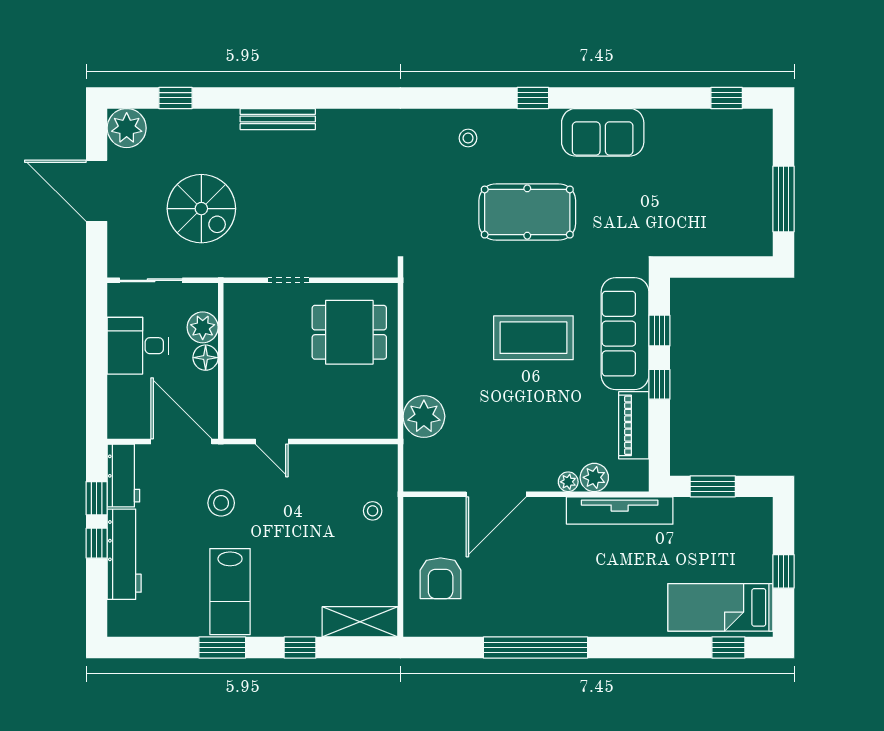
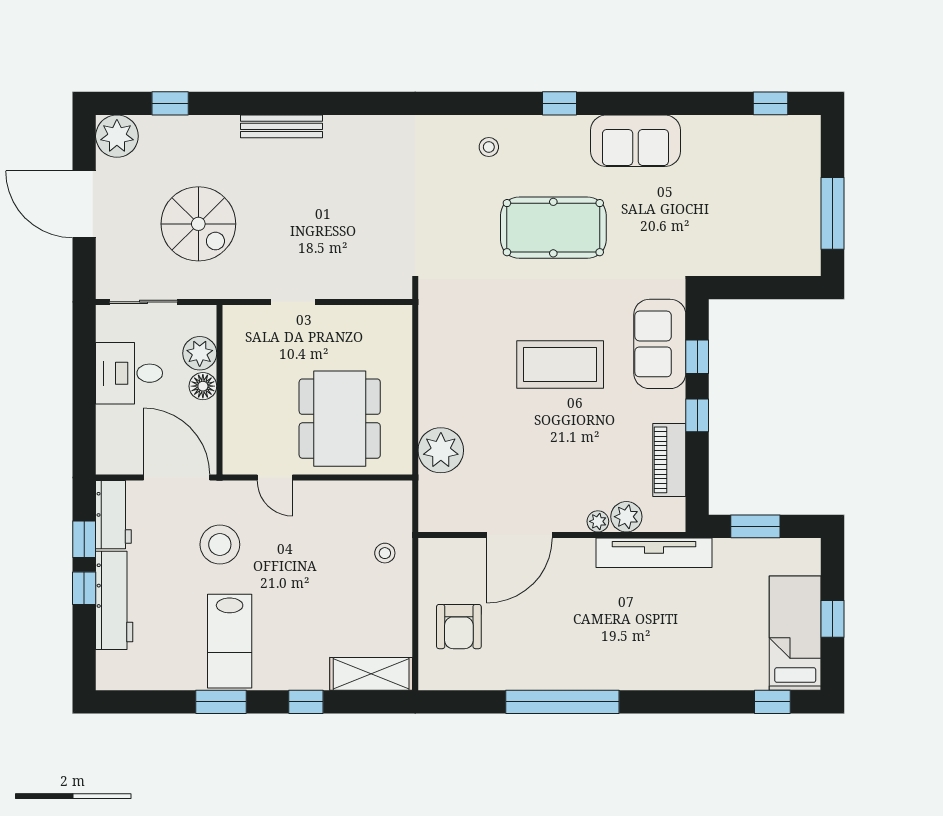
dining table: (349, 332) -> (340, 419), moved, width x1.38
sofa: (625, 334) -> (660, 344), width x0.73
stool: (221, 503) -> (220, 545), width x1.38, depth x1.38
bed: (720, 607) -> (795, 633), moved, turned 90

